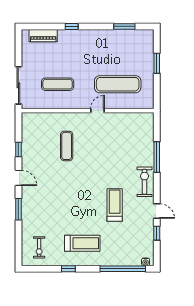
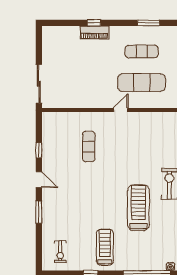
piano: (43, 36) -> (95, 32), moved
exercise mat: (58, 84) -> (142, 51), moved
treadmill: (115, 205) -> (138, 208), width x1.37, depth x1.38
treadmill: (82, 243) -> (105, 247), turned -90

